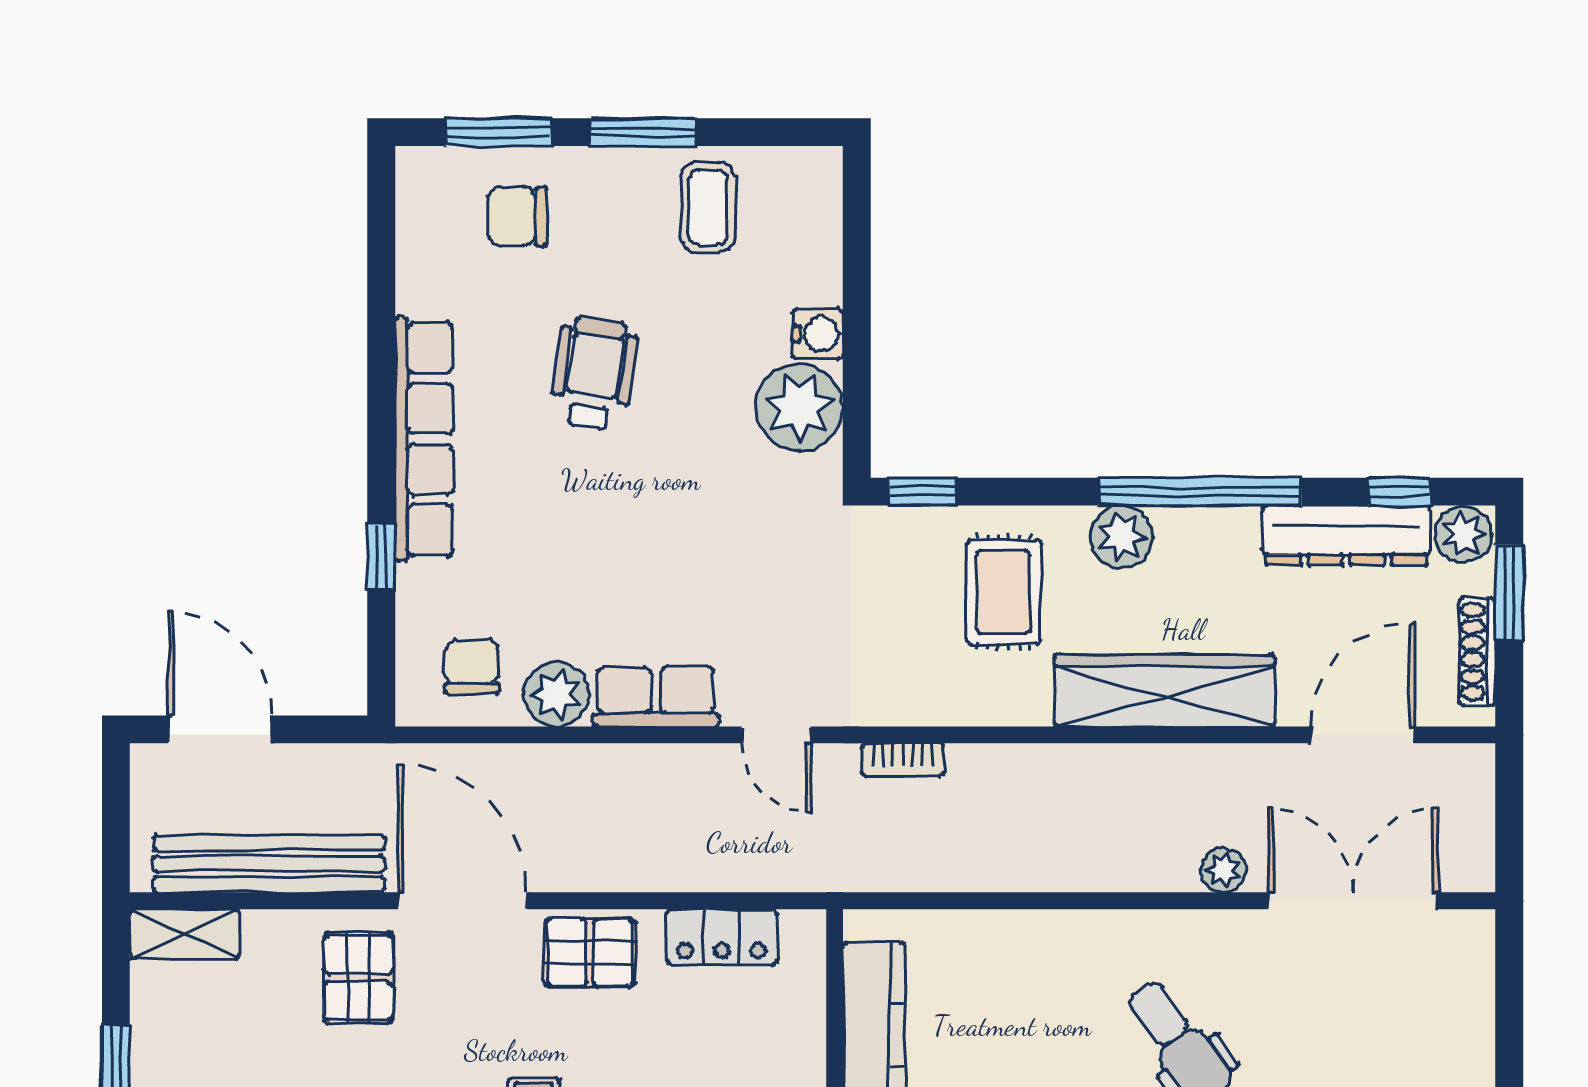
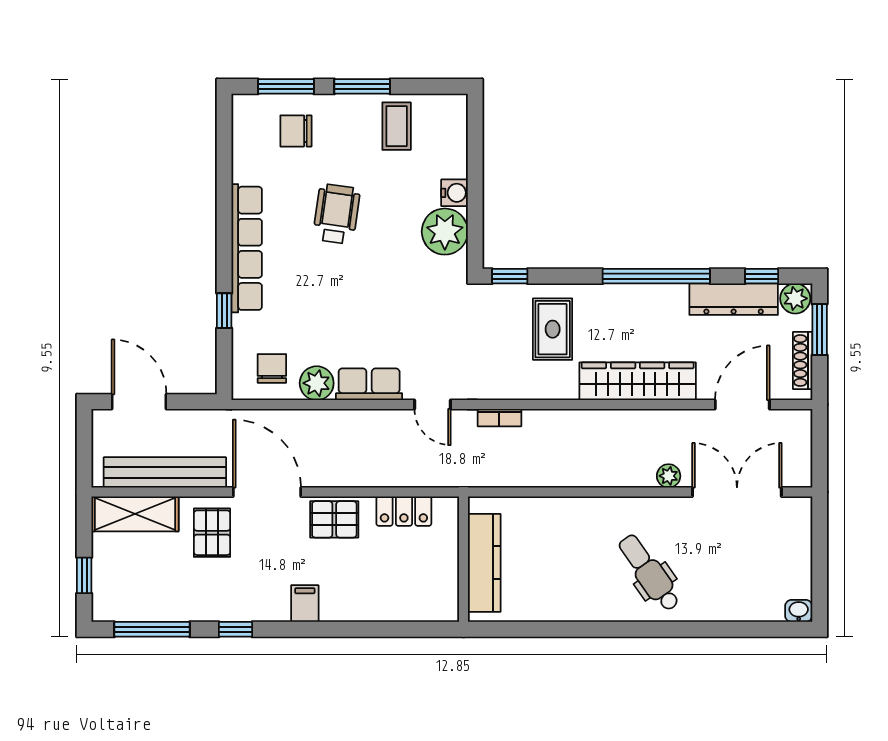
plant: (1122, 537) -> (615, 300), removed
shelving: (185, 934) -> (135, 514), width x1.50, depth x1.33

